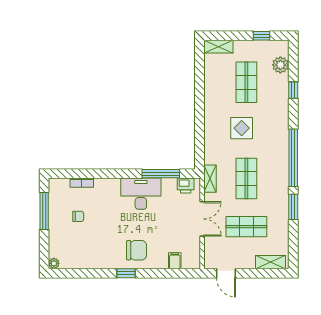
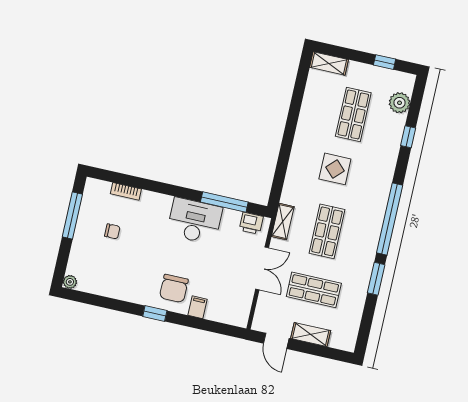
chair: (137, 250) -> (174, 288), turned 90
filing cabinet: (175, 261) -> (198, 307), moved
shelving: (270, 262) -> (311, 335), moved

